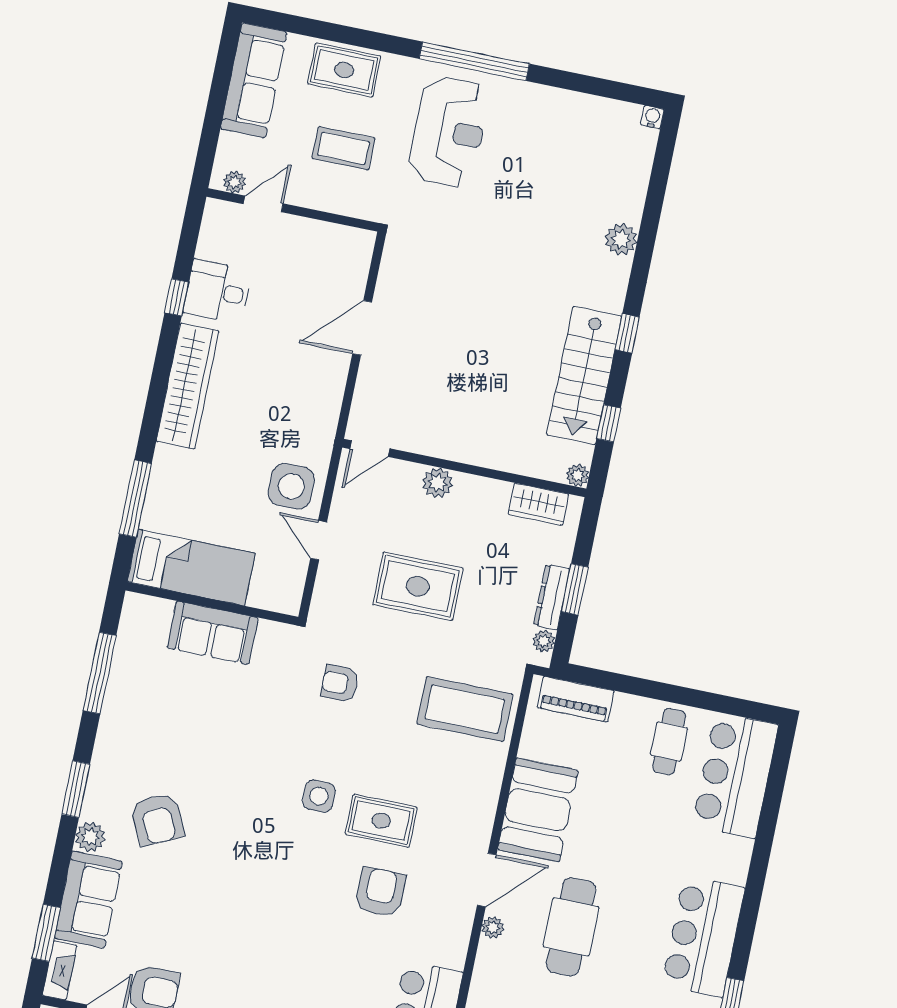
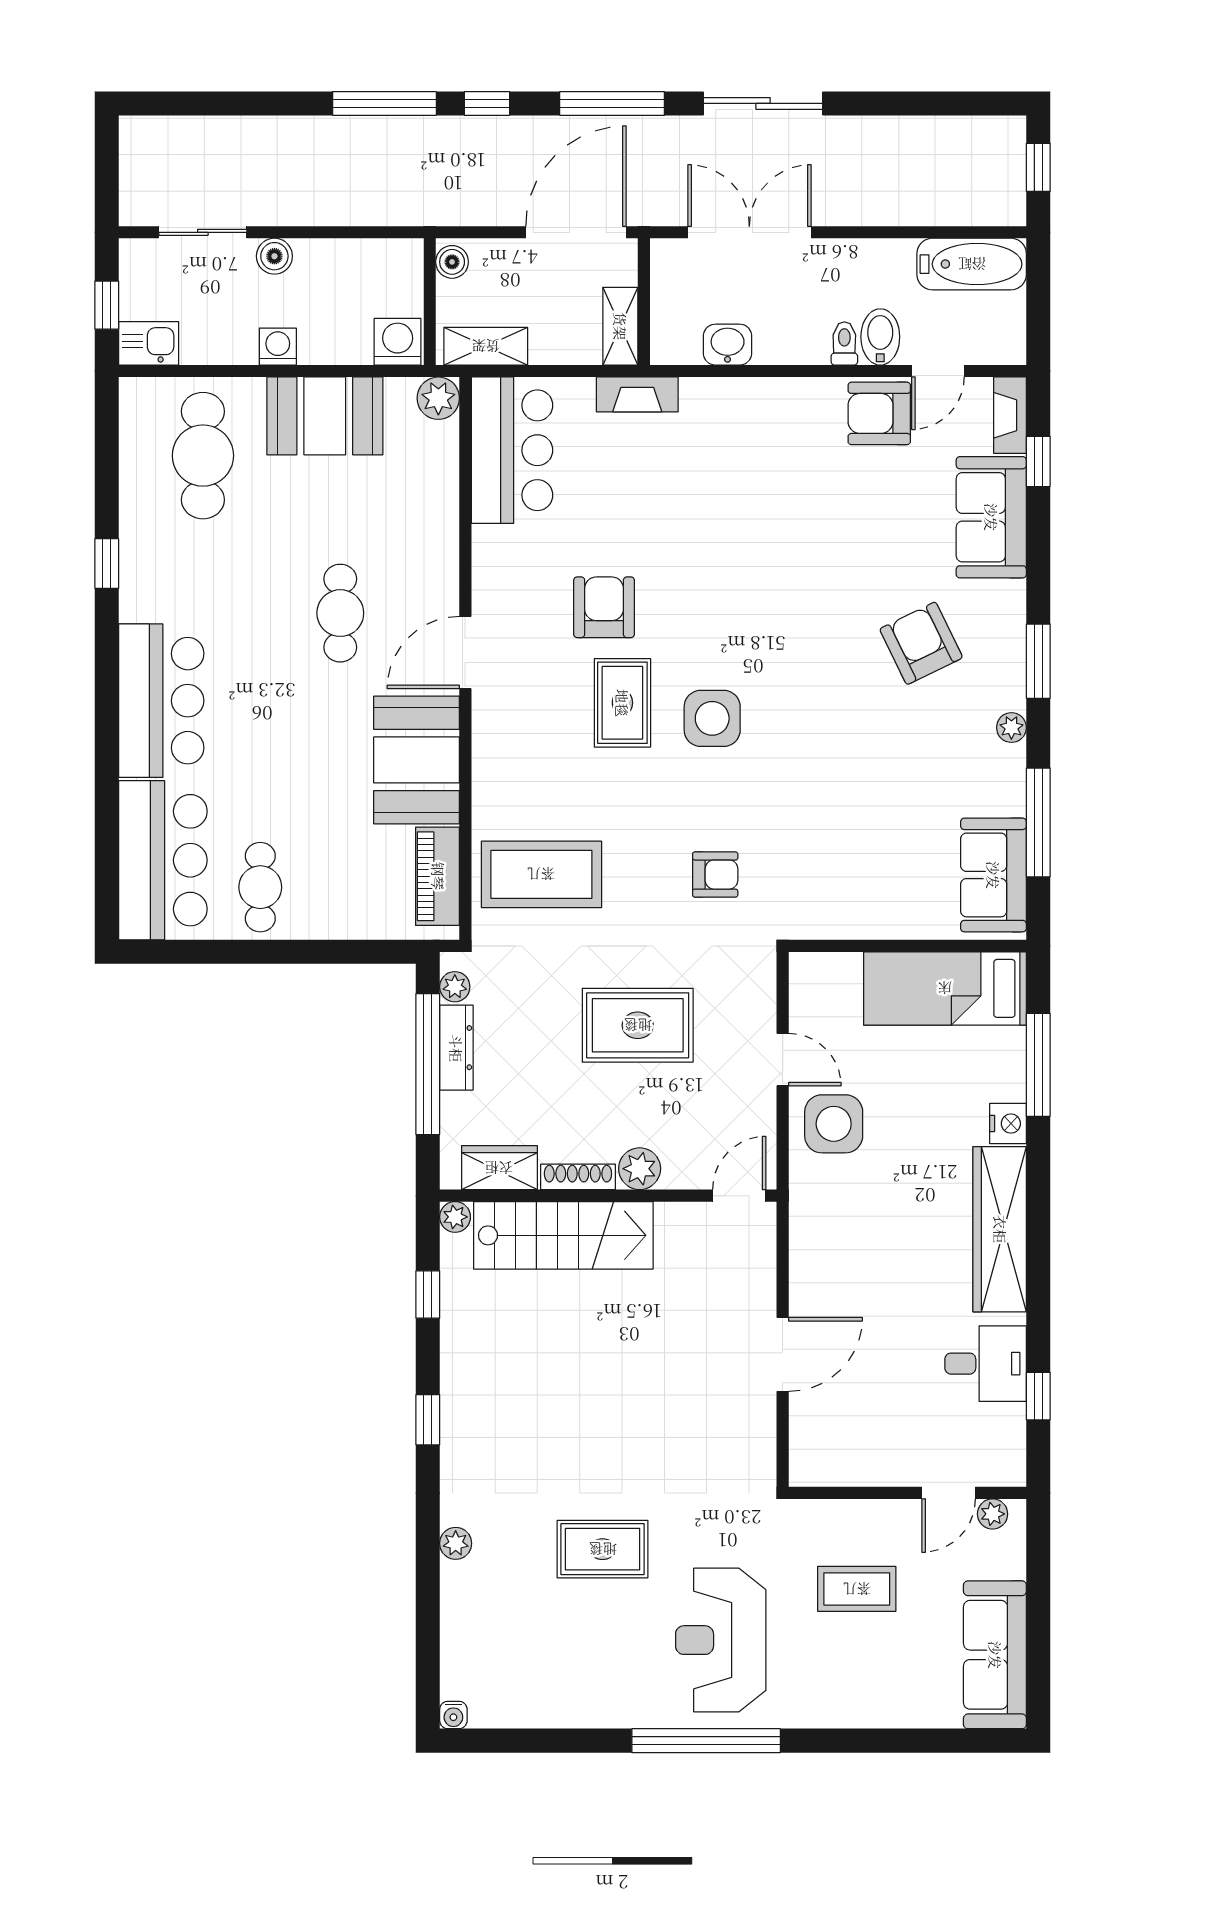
rug: (344, 70) -> (603, 1549), moved
plant: (621, 239) -> (456, 1543), width x0.73, depth x0.73
window: (177, 297) -> (1038, 1396), moved
stairs: (584, 375) -> (563, 1235), moved, turned 90
nightstand: (166, 461) -> (1008, 1124), added
shoe rack: (483, 486) -> (578, 1177), added
window: (575, 589) -> (428, 1064), width x2.11
sofa: (213, 633) -> (993, 875), moved, turned -90
piano: (575, 699) -> (438, 876), moved, turned -90
side table: (319, 796) -> (712, 718), width x1.37, depth x1.37
rug: (381, 821) -> (622, 703), turned 90
plant: (90, 837) -> (1011, 728), moved, width x0.73, depth x0.73
armchair: (380, 892) -> (604, 607), turned 180
plant: (493, 927) -> (444, 591), removed
cafe table: (571, 927) -> (340, 613), width x0.73, depth x0.74
window: (46, 933) -> (1038, 462), width x0.67
bar counter: (703, 937) -> (161, 701), moved

